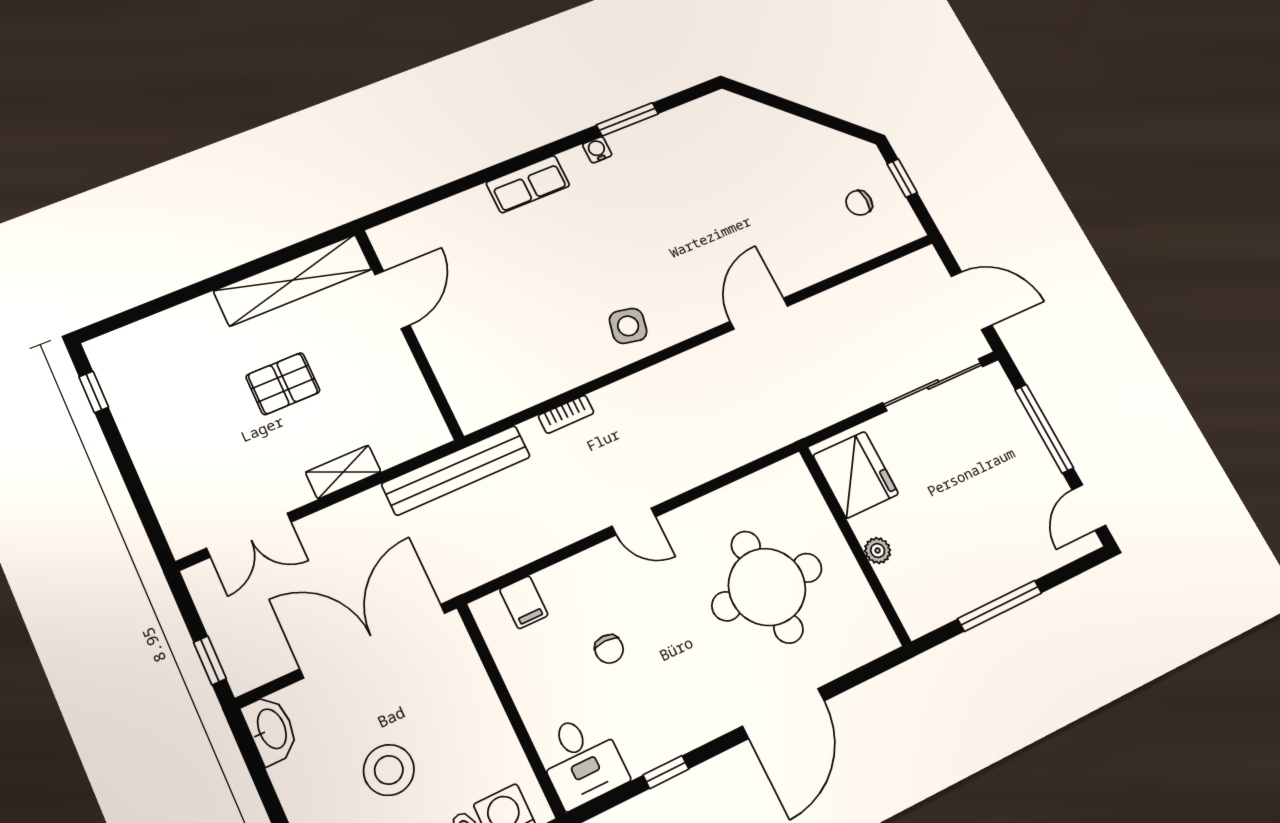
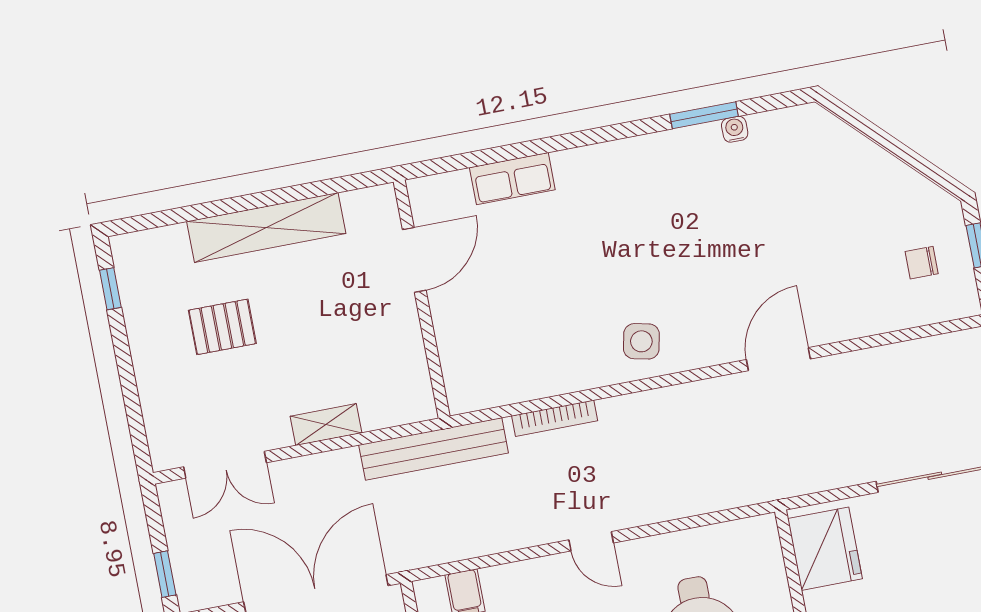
water cooler: (597, 150) -> (735, 129), moved
row of seats: (528, 184) -> (512, 179), moved
shelving: (293, 280) -> (266, 227), moved
pallet: (283, 384) -> (222, 327), moved
bookcase: (566, 414) -> (555, 418), width x1.56

